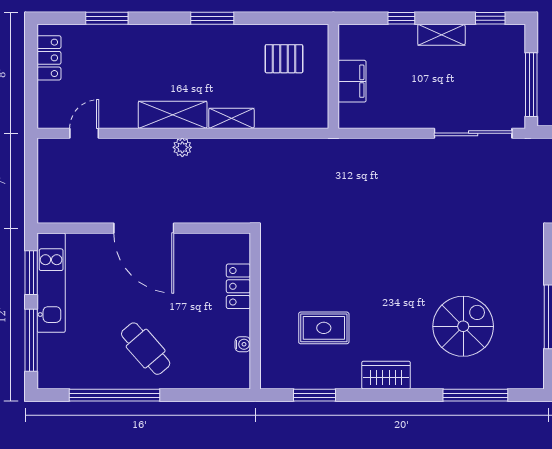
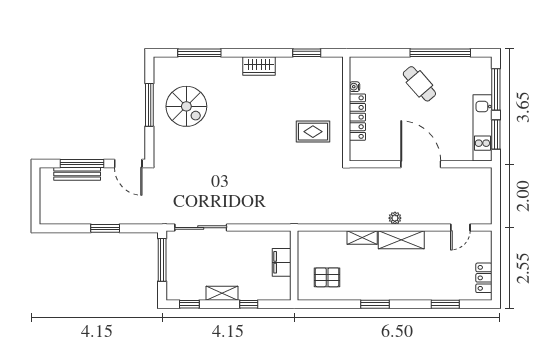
locker: (238, 286) -> (357, 117), width x1.53
spiral stairs: (463, 326) -> (186, 106), moved, turned -90
rug: (324, 328) -> (313, 132), moved

